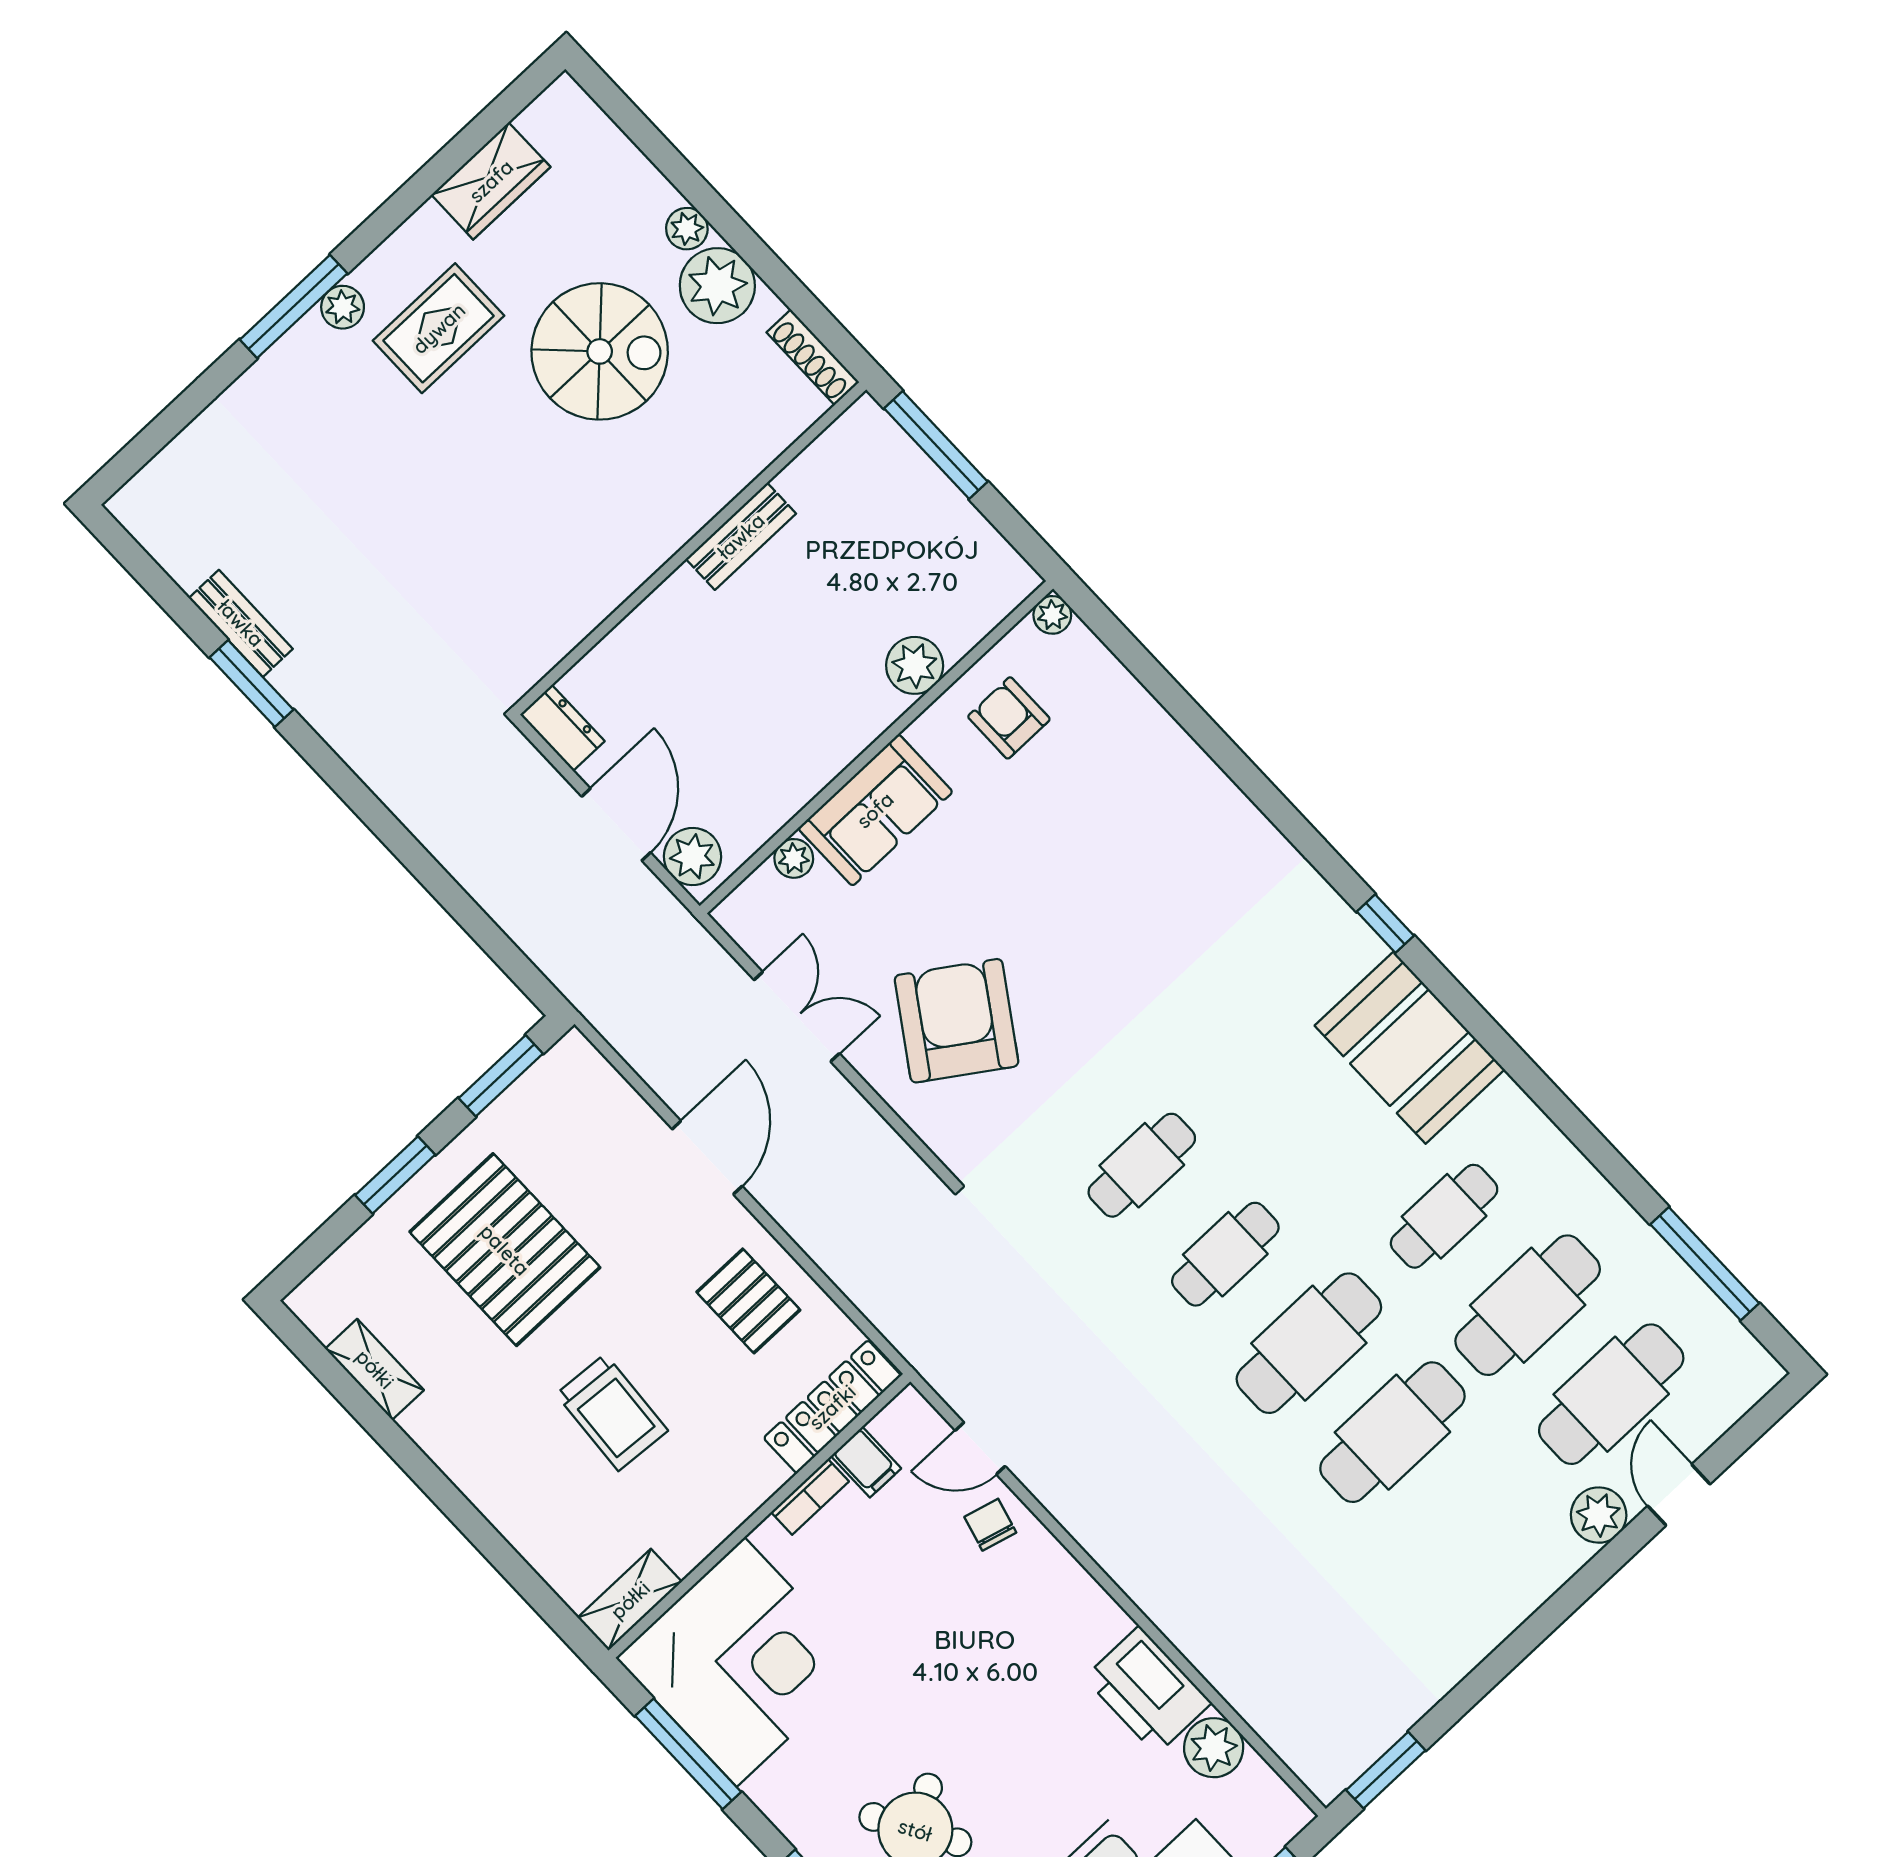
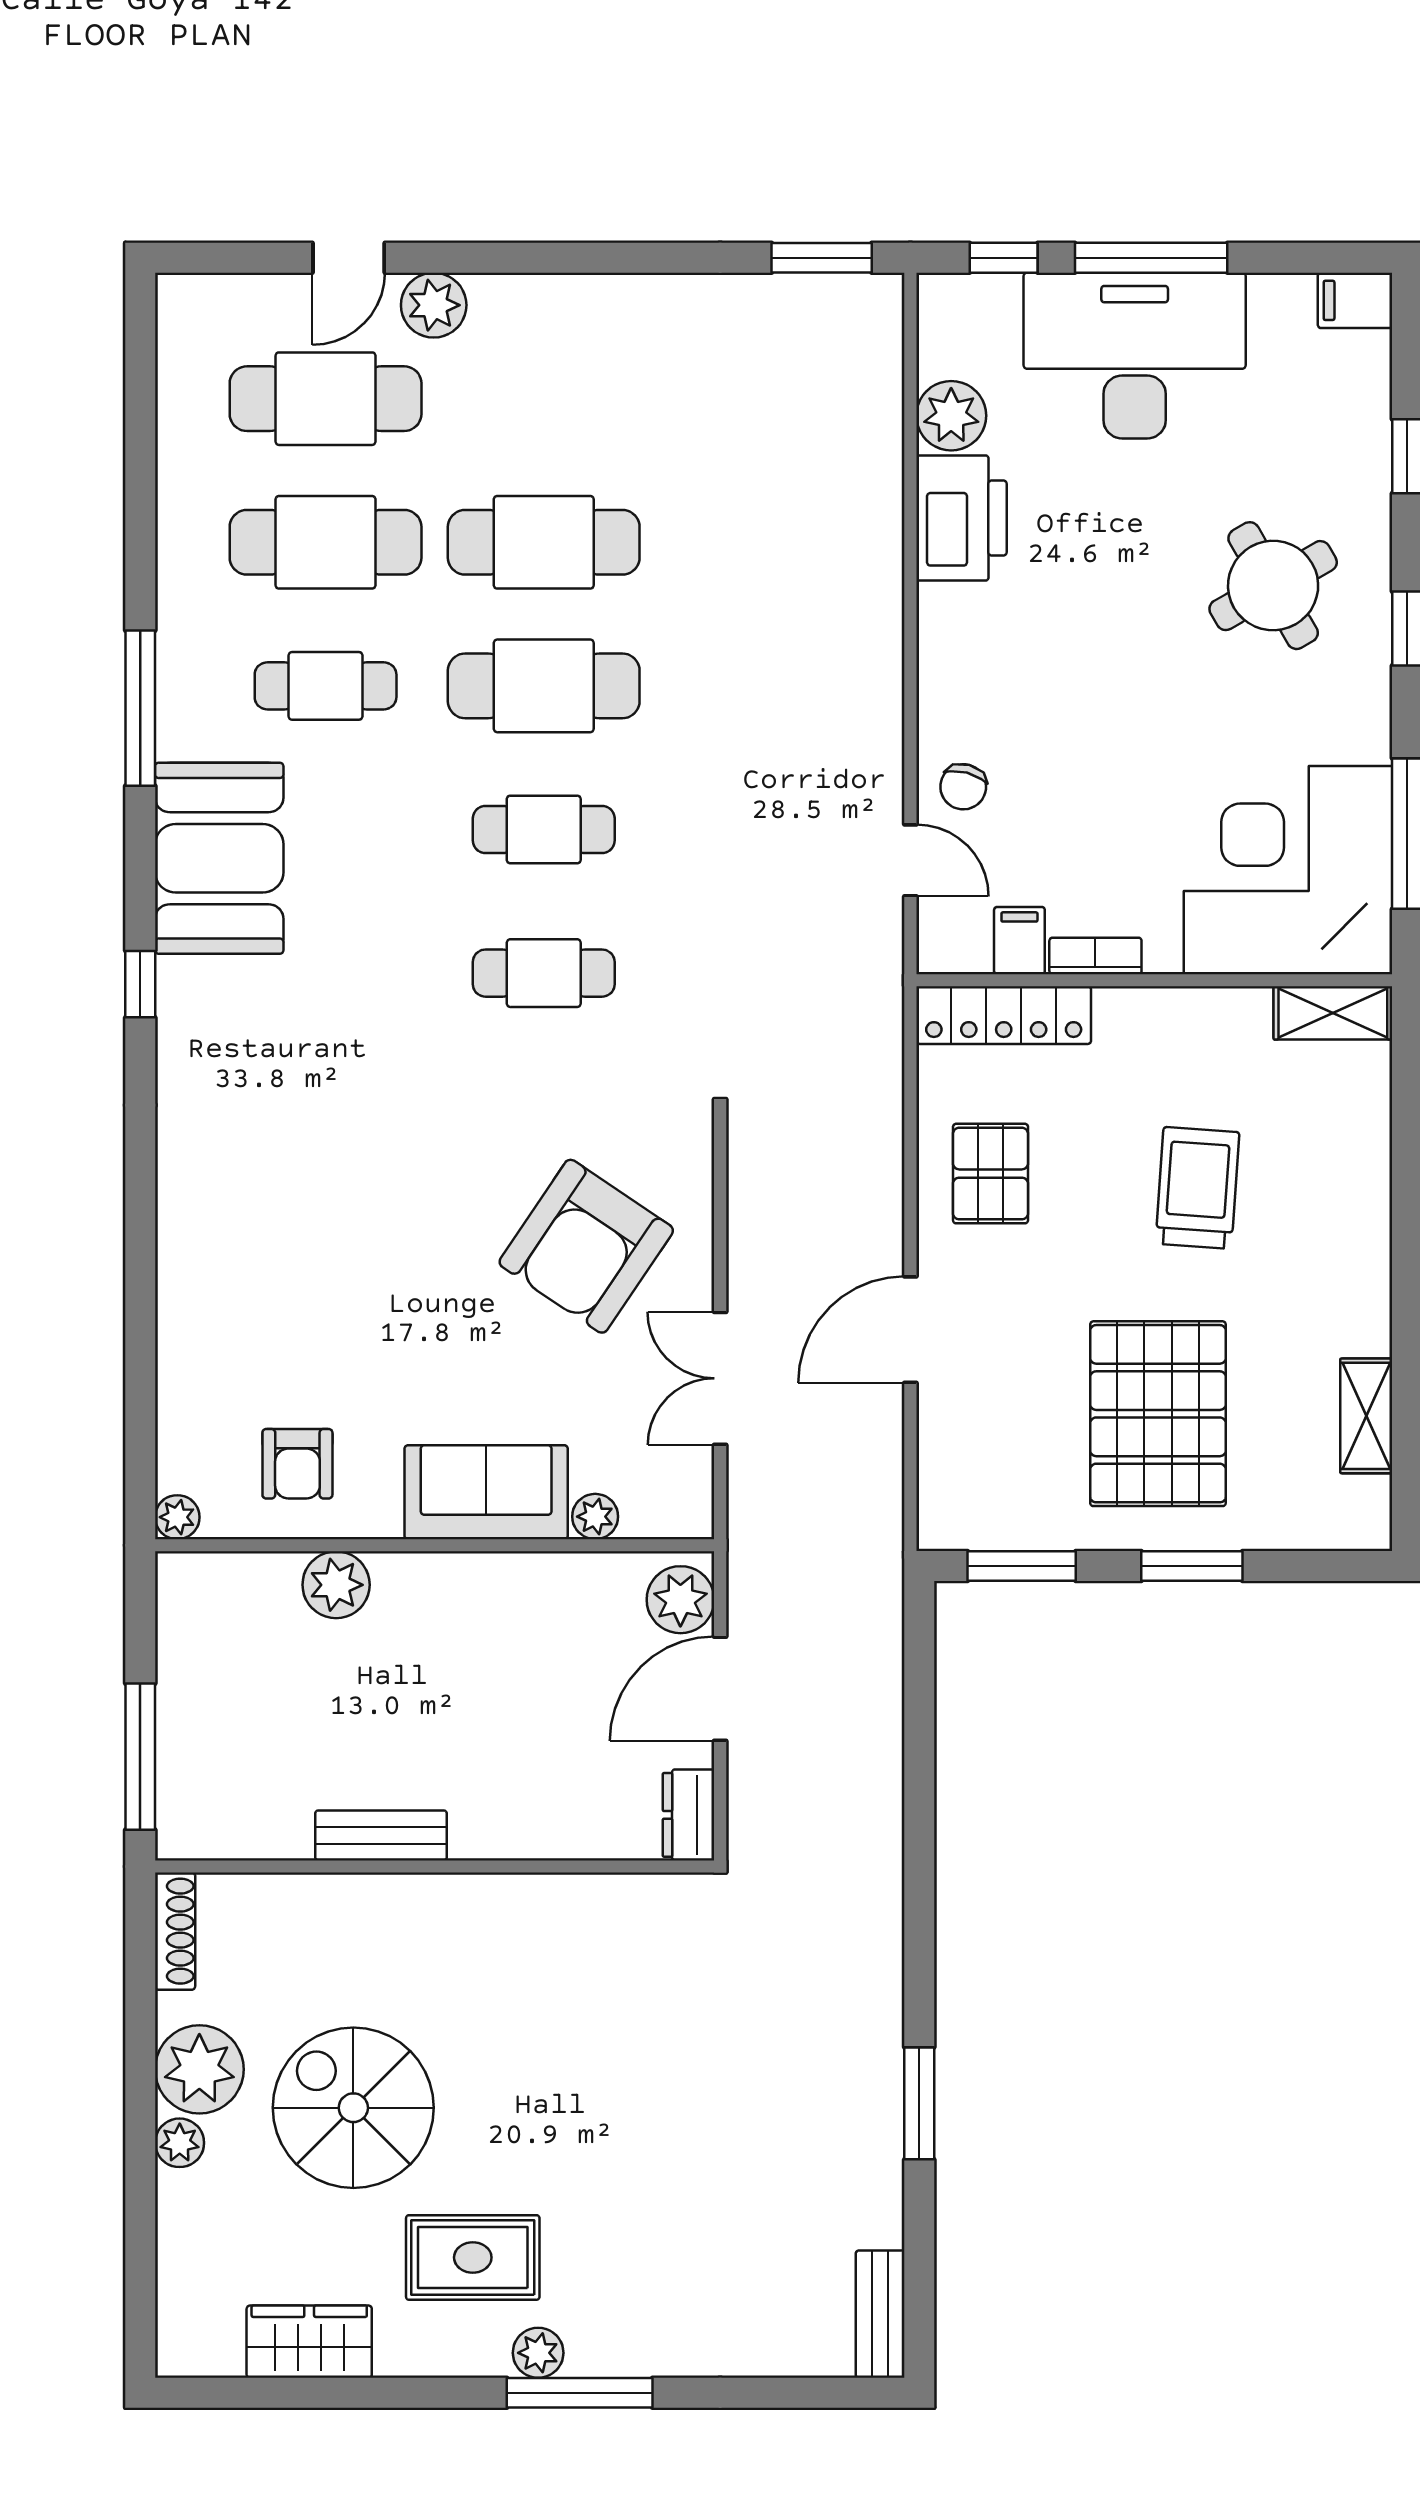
bench: (241, 623) -> (880, 2314), moved
window: (1705, 1264) -> (140, 708), moved

